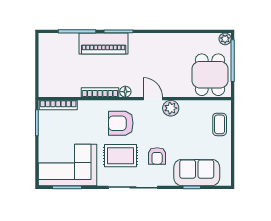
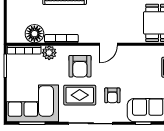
floor lamp: (125, 92) -> (34, 34), moved, width x1.89, depth x1.89
door: (153, 99) -> (109, 44), swing flipped
plant: (171, 108) -> (49, 53), moved
armchair: (121, 123) -> (80, 66), turned -90

